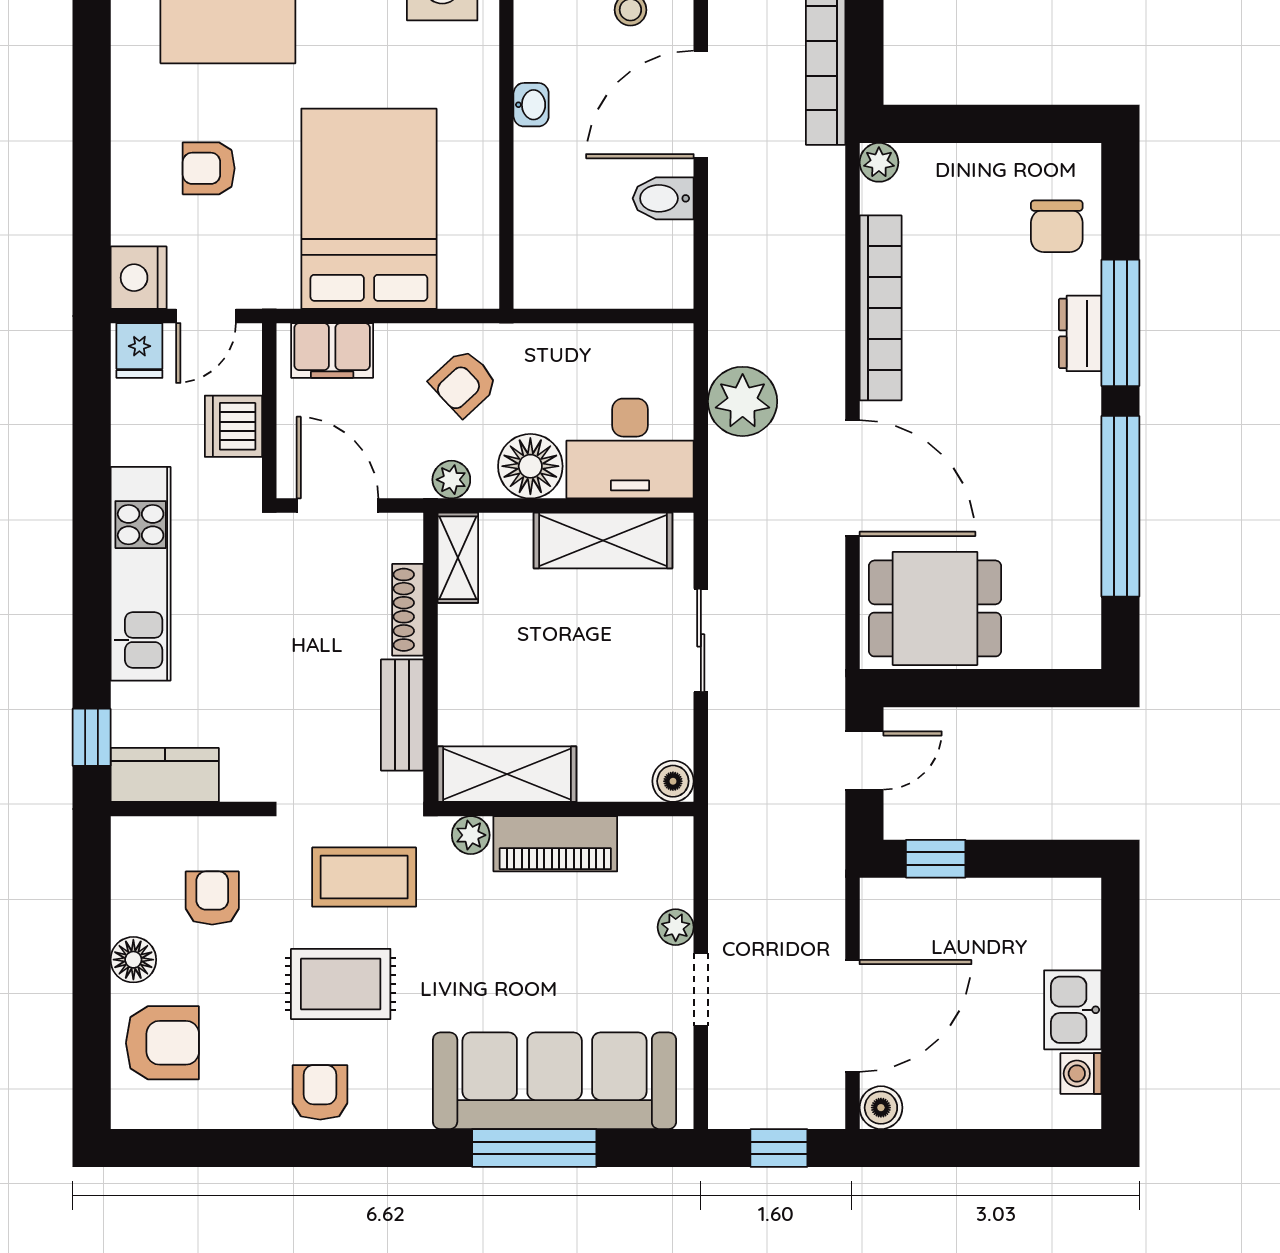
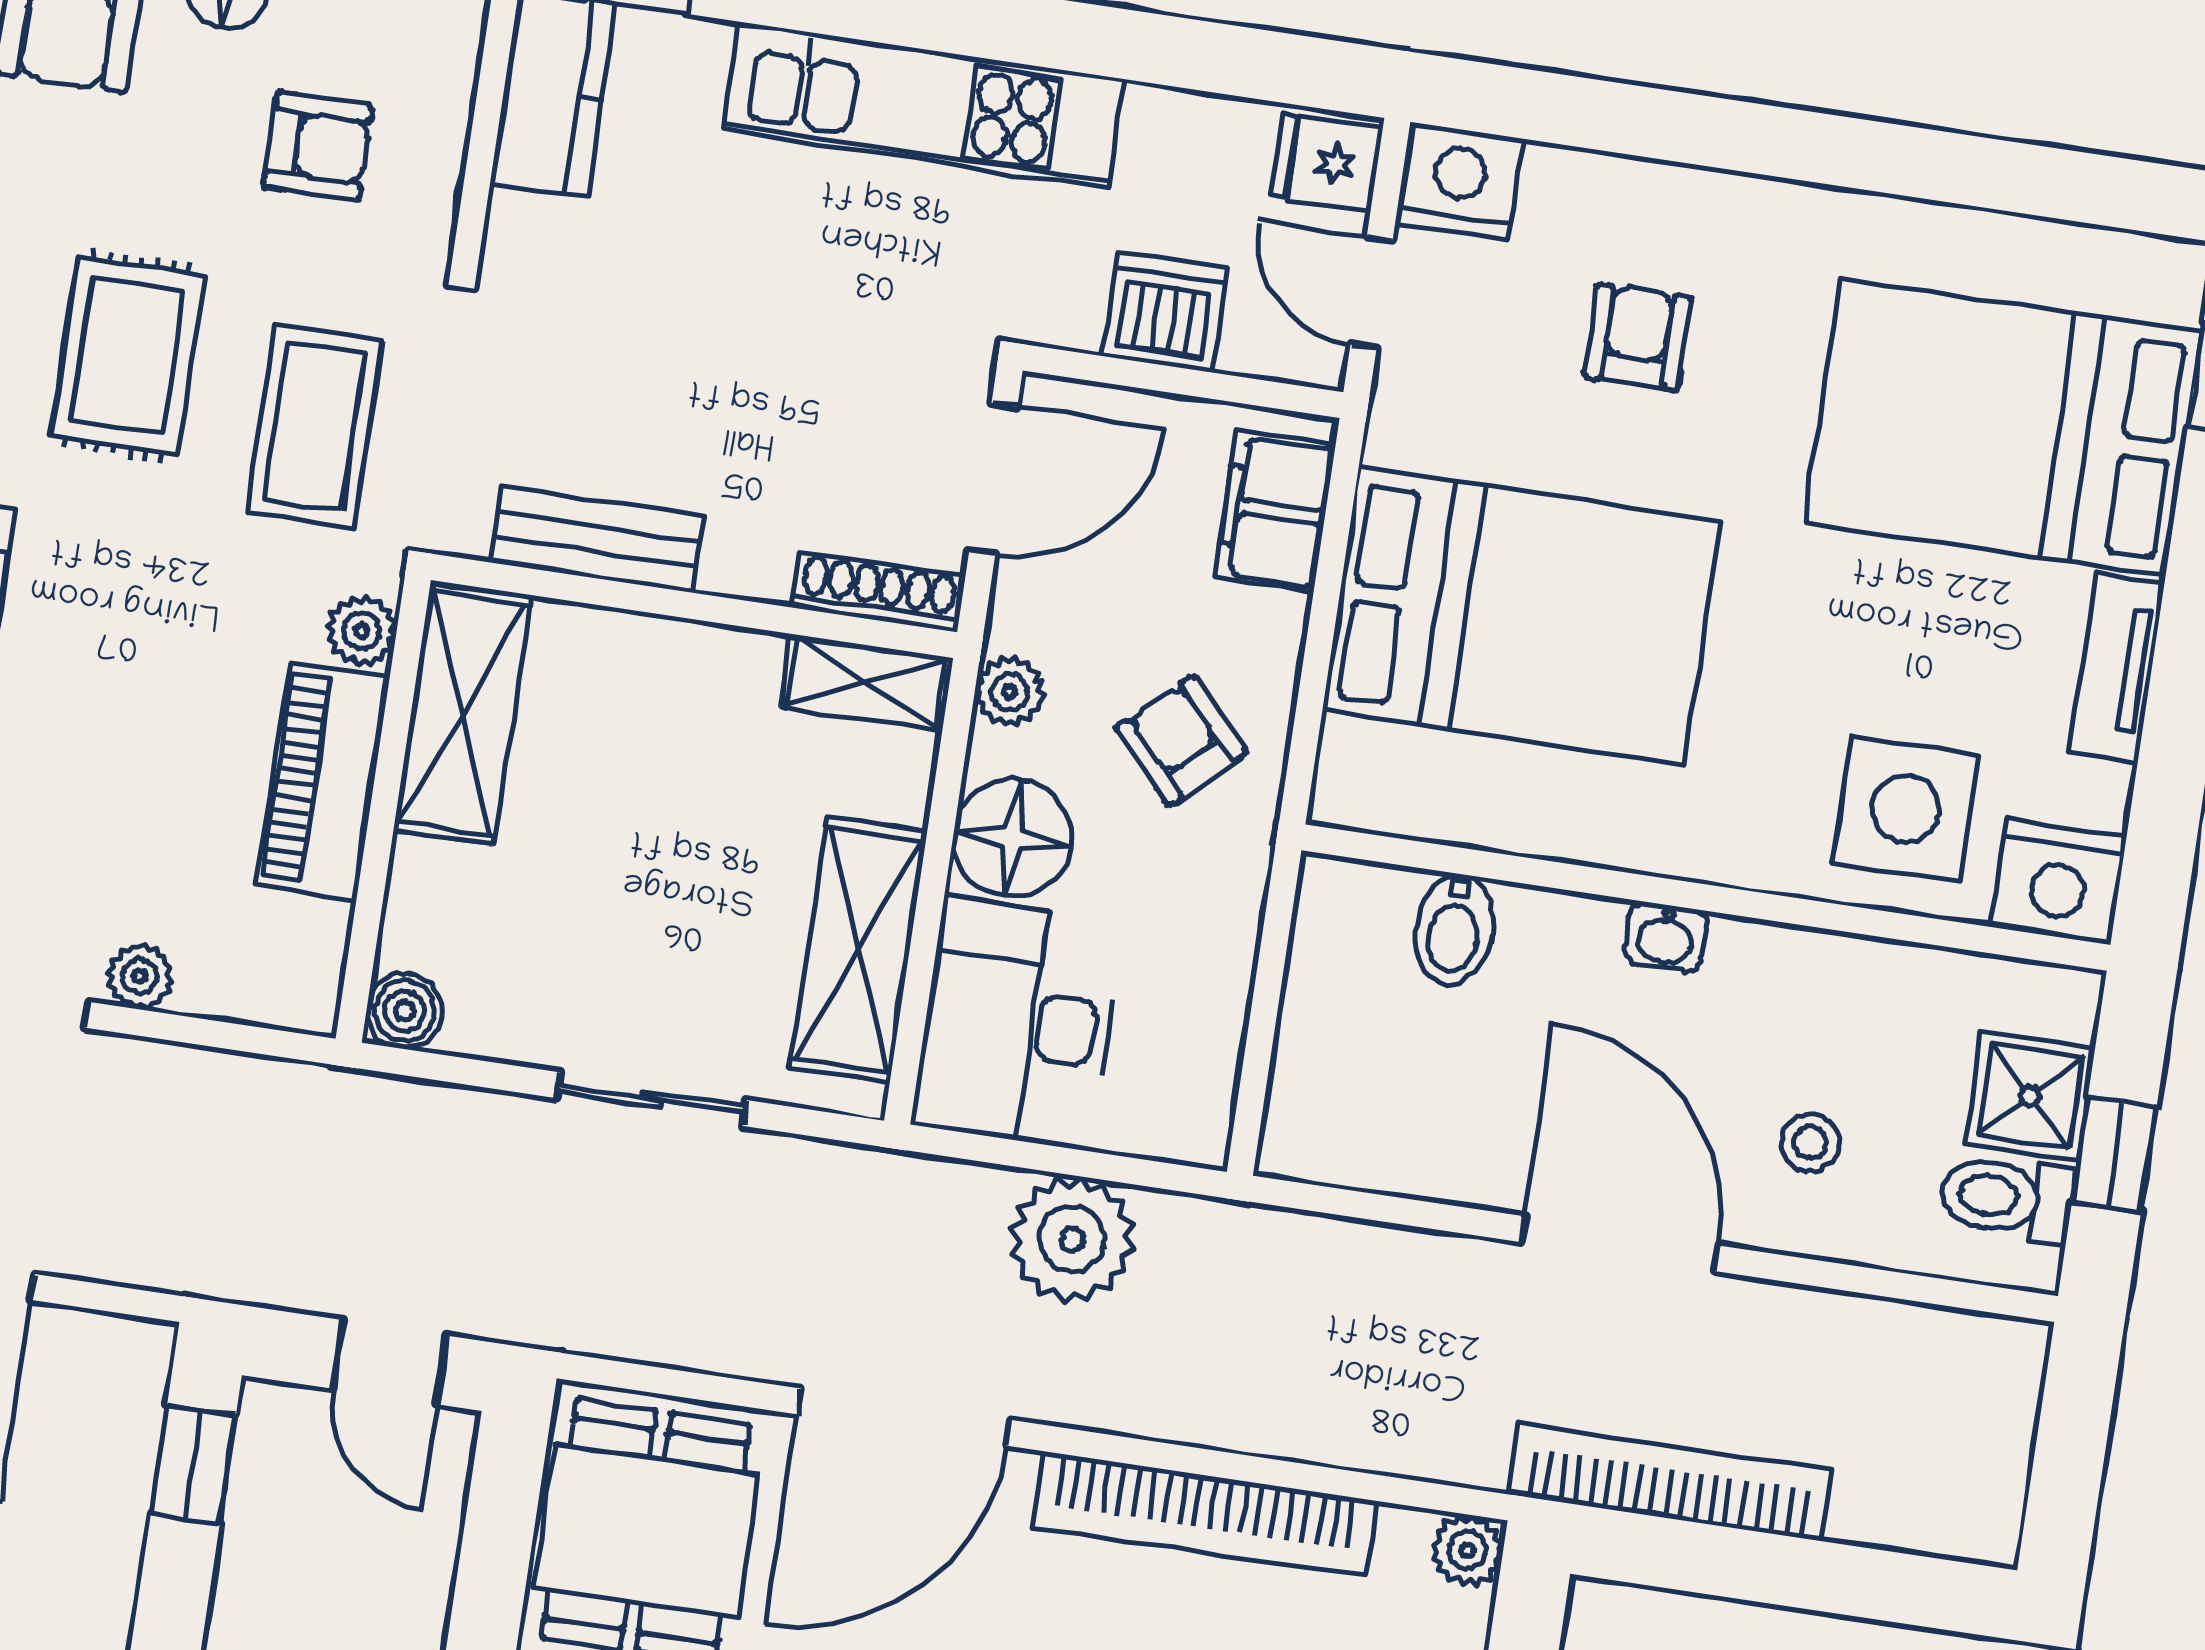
bidet: (663, 198) -> (1454, 929), moved, turned 180
shoe rack: (408, 610) -> (878, 592), moved

